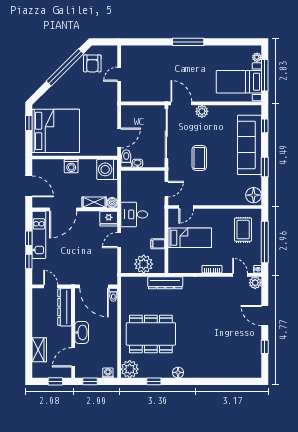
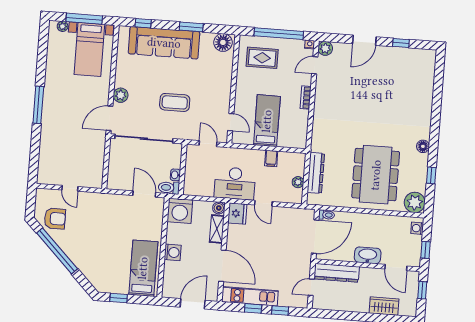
bed: (56, 131) -> (143, 268), width x0.49
desk: (134, 214) -> (235, 183), width x1.37
plant: (144, 264) -> (298, 182), width x0.53, depth x0.53
dresser: (165, 283) -> (316, 173), moved

